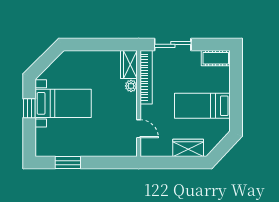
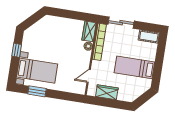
bed with nightstands: (63, 103) -> (37, 71), moved
door: (139, 129) -> (89, 76), swing flipped
wardrobe: (188, 148) -> (107, 92), moved

